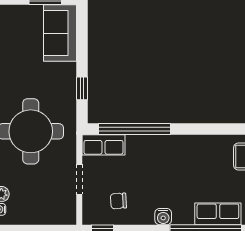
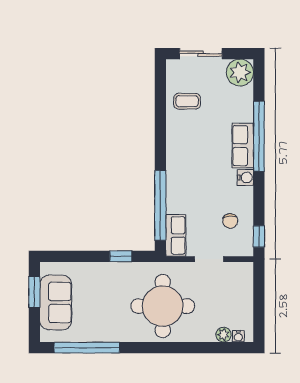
sofa: (60, 33) -> (56, 302), moved, turned -90
row of seats: (218, 214) -> (243, 146), moved

